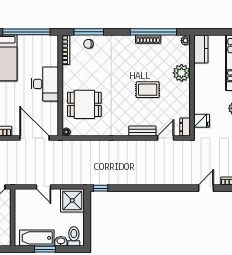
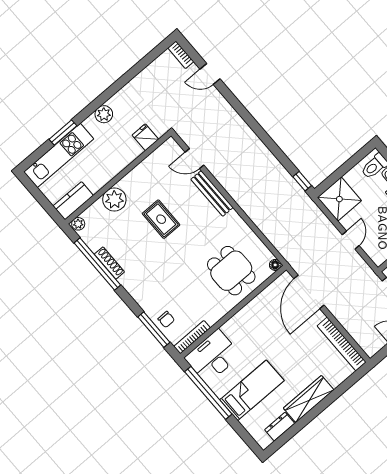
desk: (45, 84) -> (213, 356), moved
dresser: (185, 127) -> (166, 149), removed
bench: (142, 131) -> (212, 193), width x1.36

